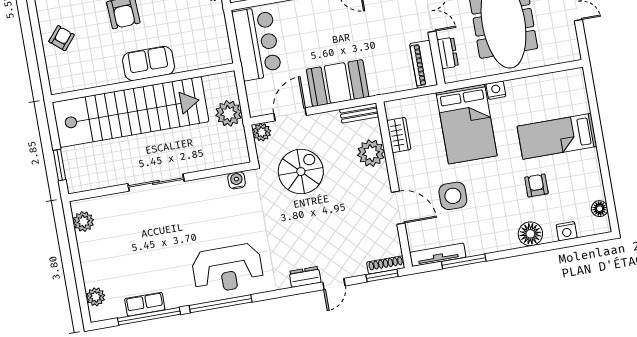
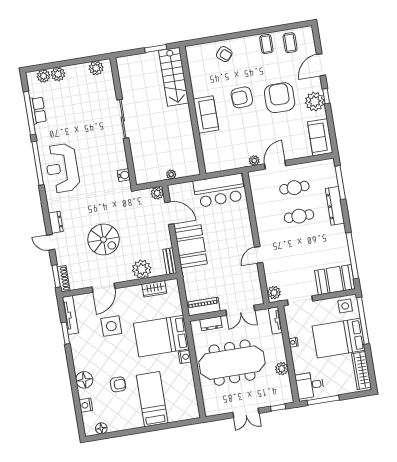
stairs: (131, 112) -> (174, 77), width x0.54, depth x0.66
plant: (229, 113) -> (171, 174), width x0.53, depth x0.53
window: (59, 165) -> (156, 48), moved
spiral stairs: (301, 172) -> (104, 240), moved
window: (464, 261) -> (66, 333), width x0.69
plant: (93, 276) -> (58, 74), added

